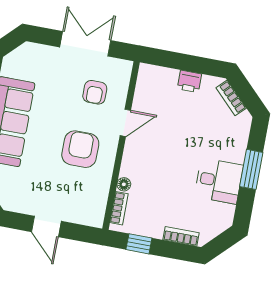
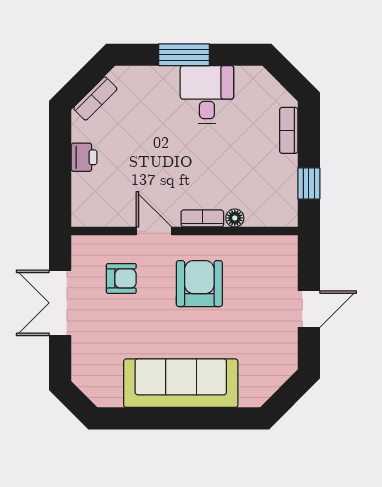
armchair: (80, 149) -> (199, 284), turned 90
bookcase: (119, 208) -> (202, 218), moved

